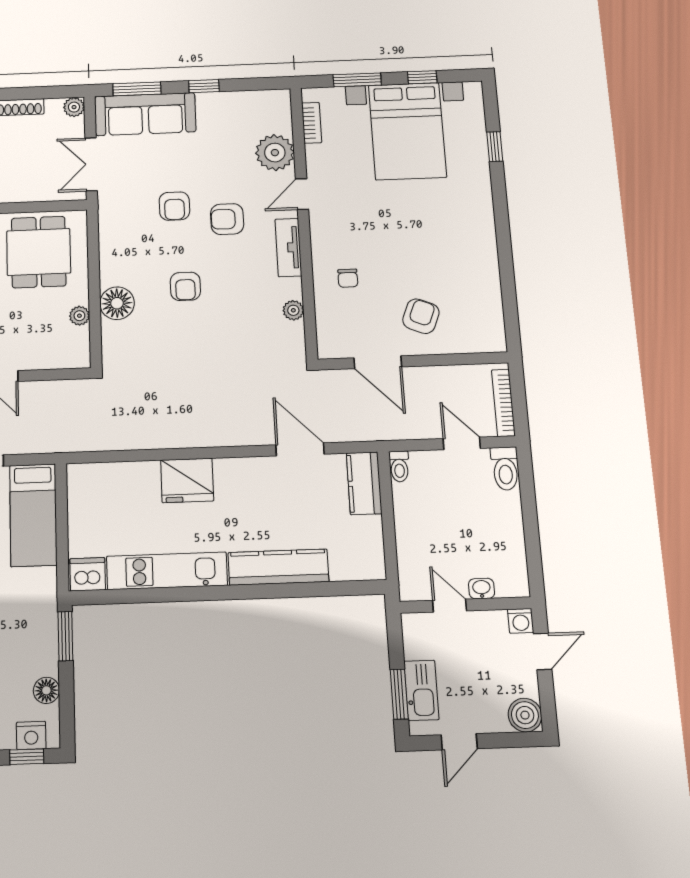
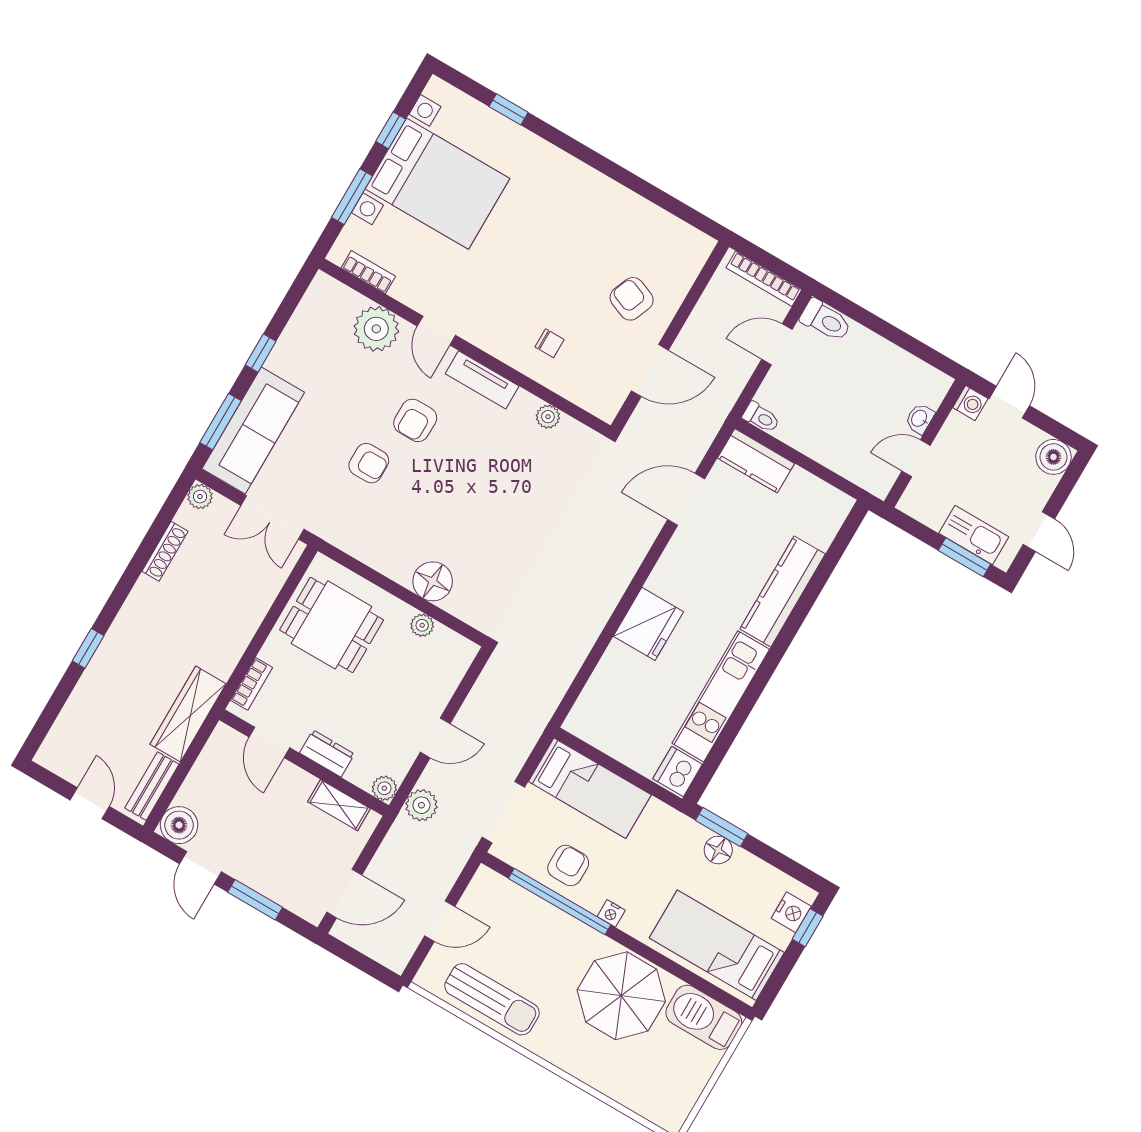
armchair: (185, 286) -> (458, 505), removed
floor lamp: (46, 690) -> (718, 850), moved

